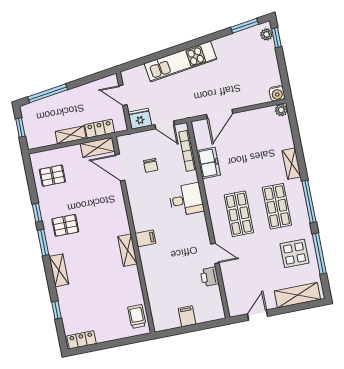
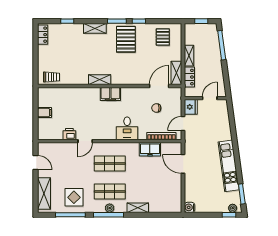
kitchen unit: (180, 61) -> (229, 166), moved
plant: (281, 110) -> (110, 208), moved
pallet: (65, 225) -> (126, 39), width x1.50, depth x1.42
filing cabinet: (145, 238) -> (110, 94), width x2.00

